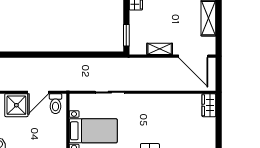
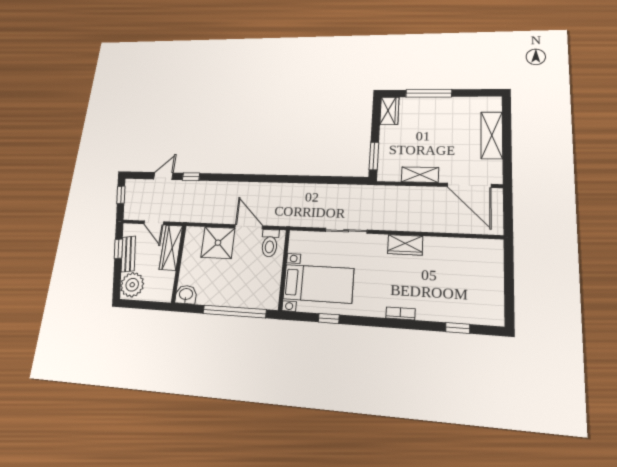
door: (38, 92) -> (249, 227), swing flipped
wardrobe: (209, 105) -> (405, 245), moved, turned -90

